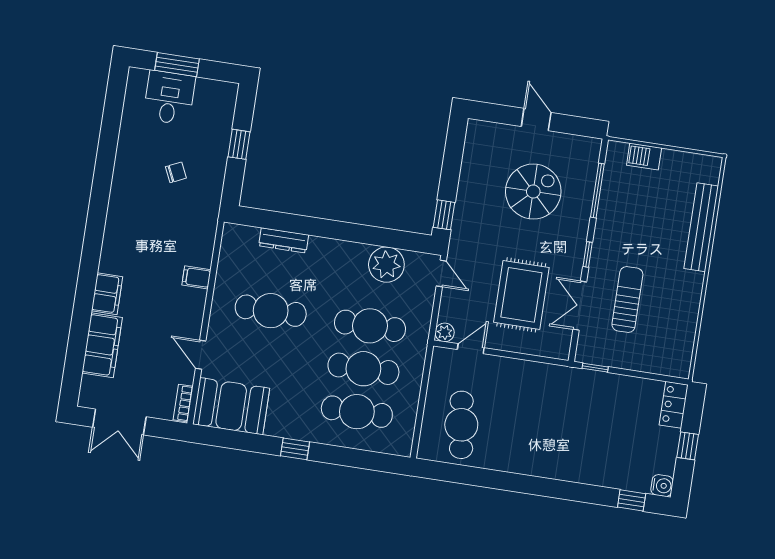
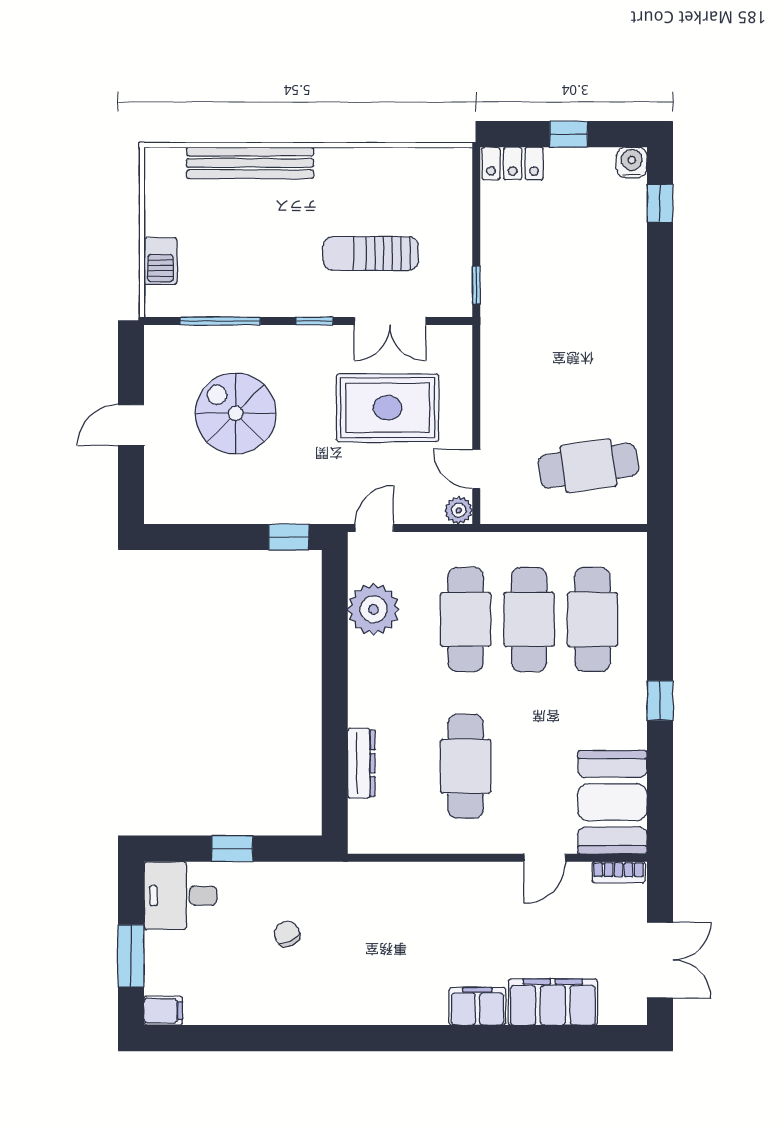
desk: (169, 98) -> (180, 896), moved
filing cabinet: (196, 277) -> (163, 1011), moved, turned -90

